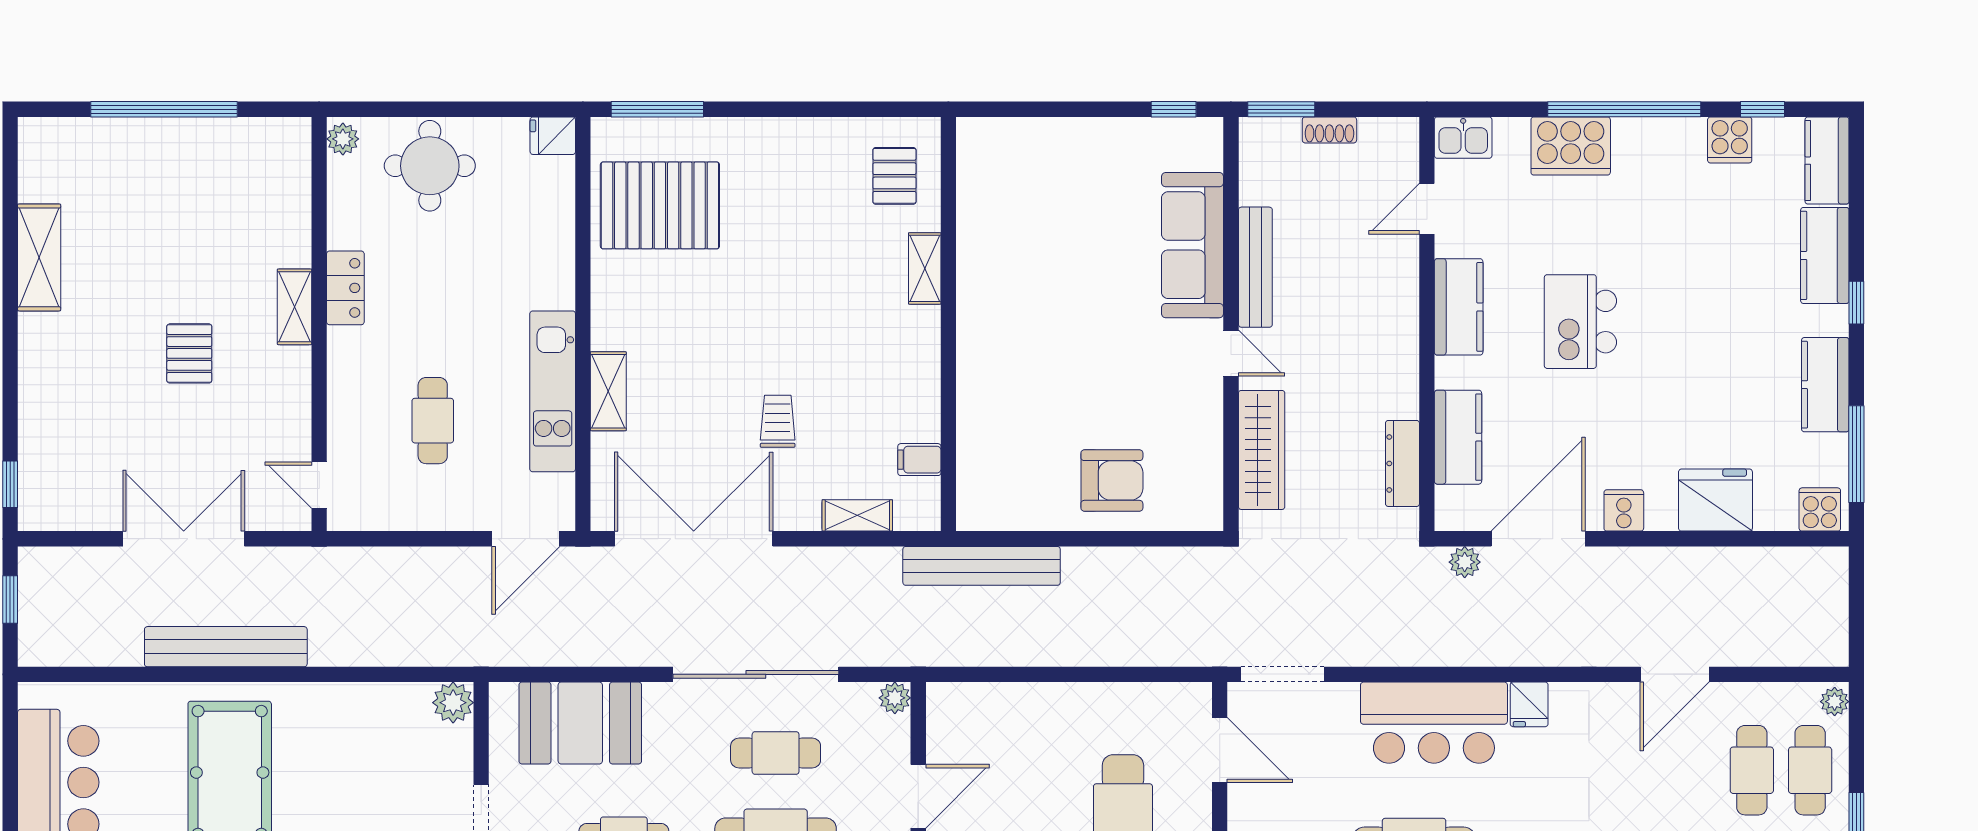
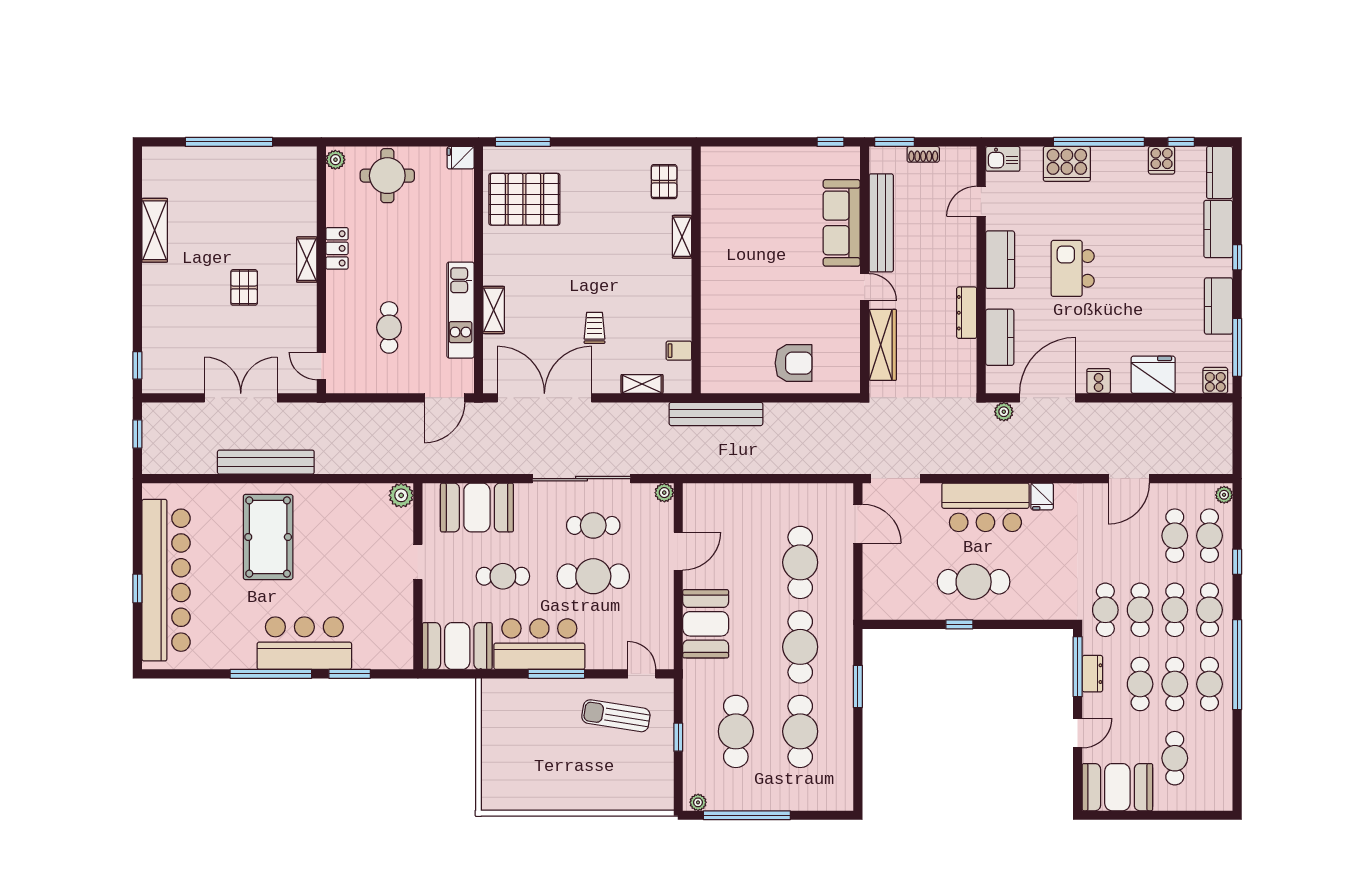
bench: (1255, 267) -> (881, 223), width x1.37, depth x1.21
dresser: (1402, 463) -> (967, 313), moved

